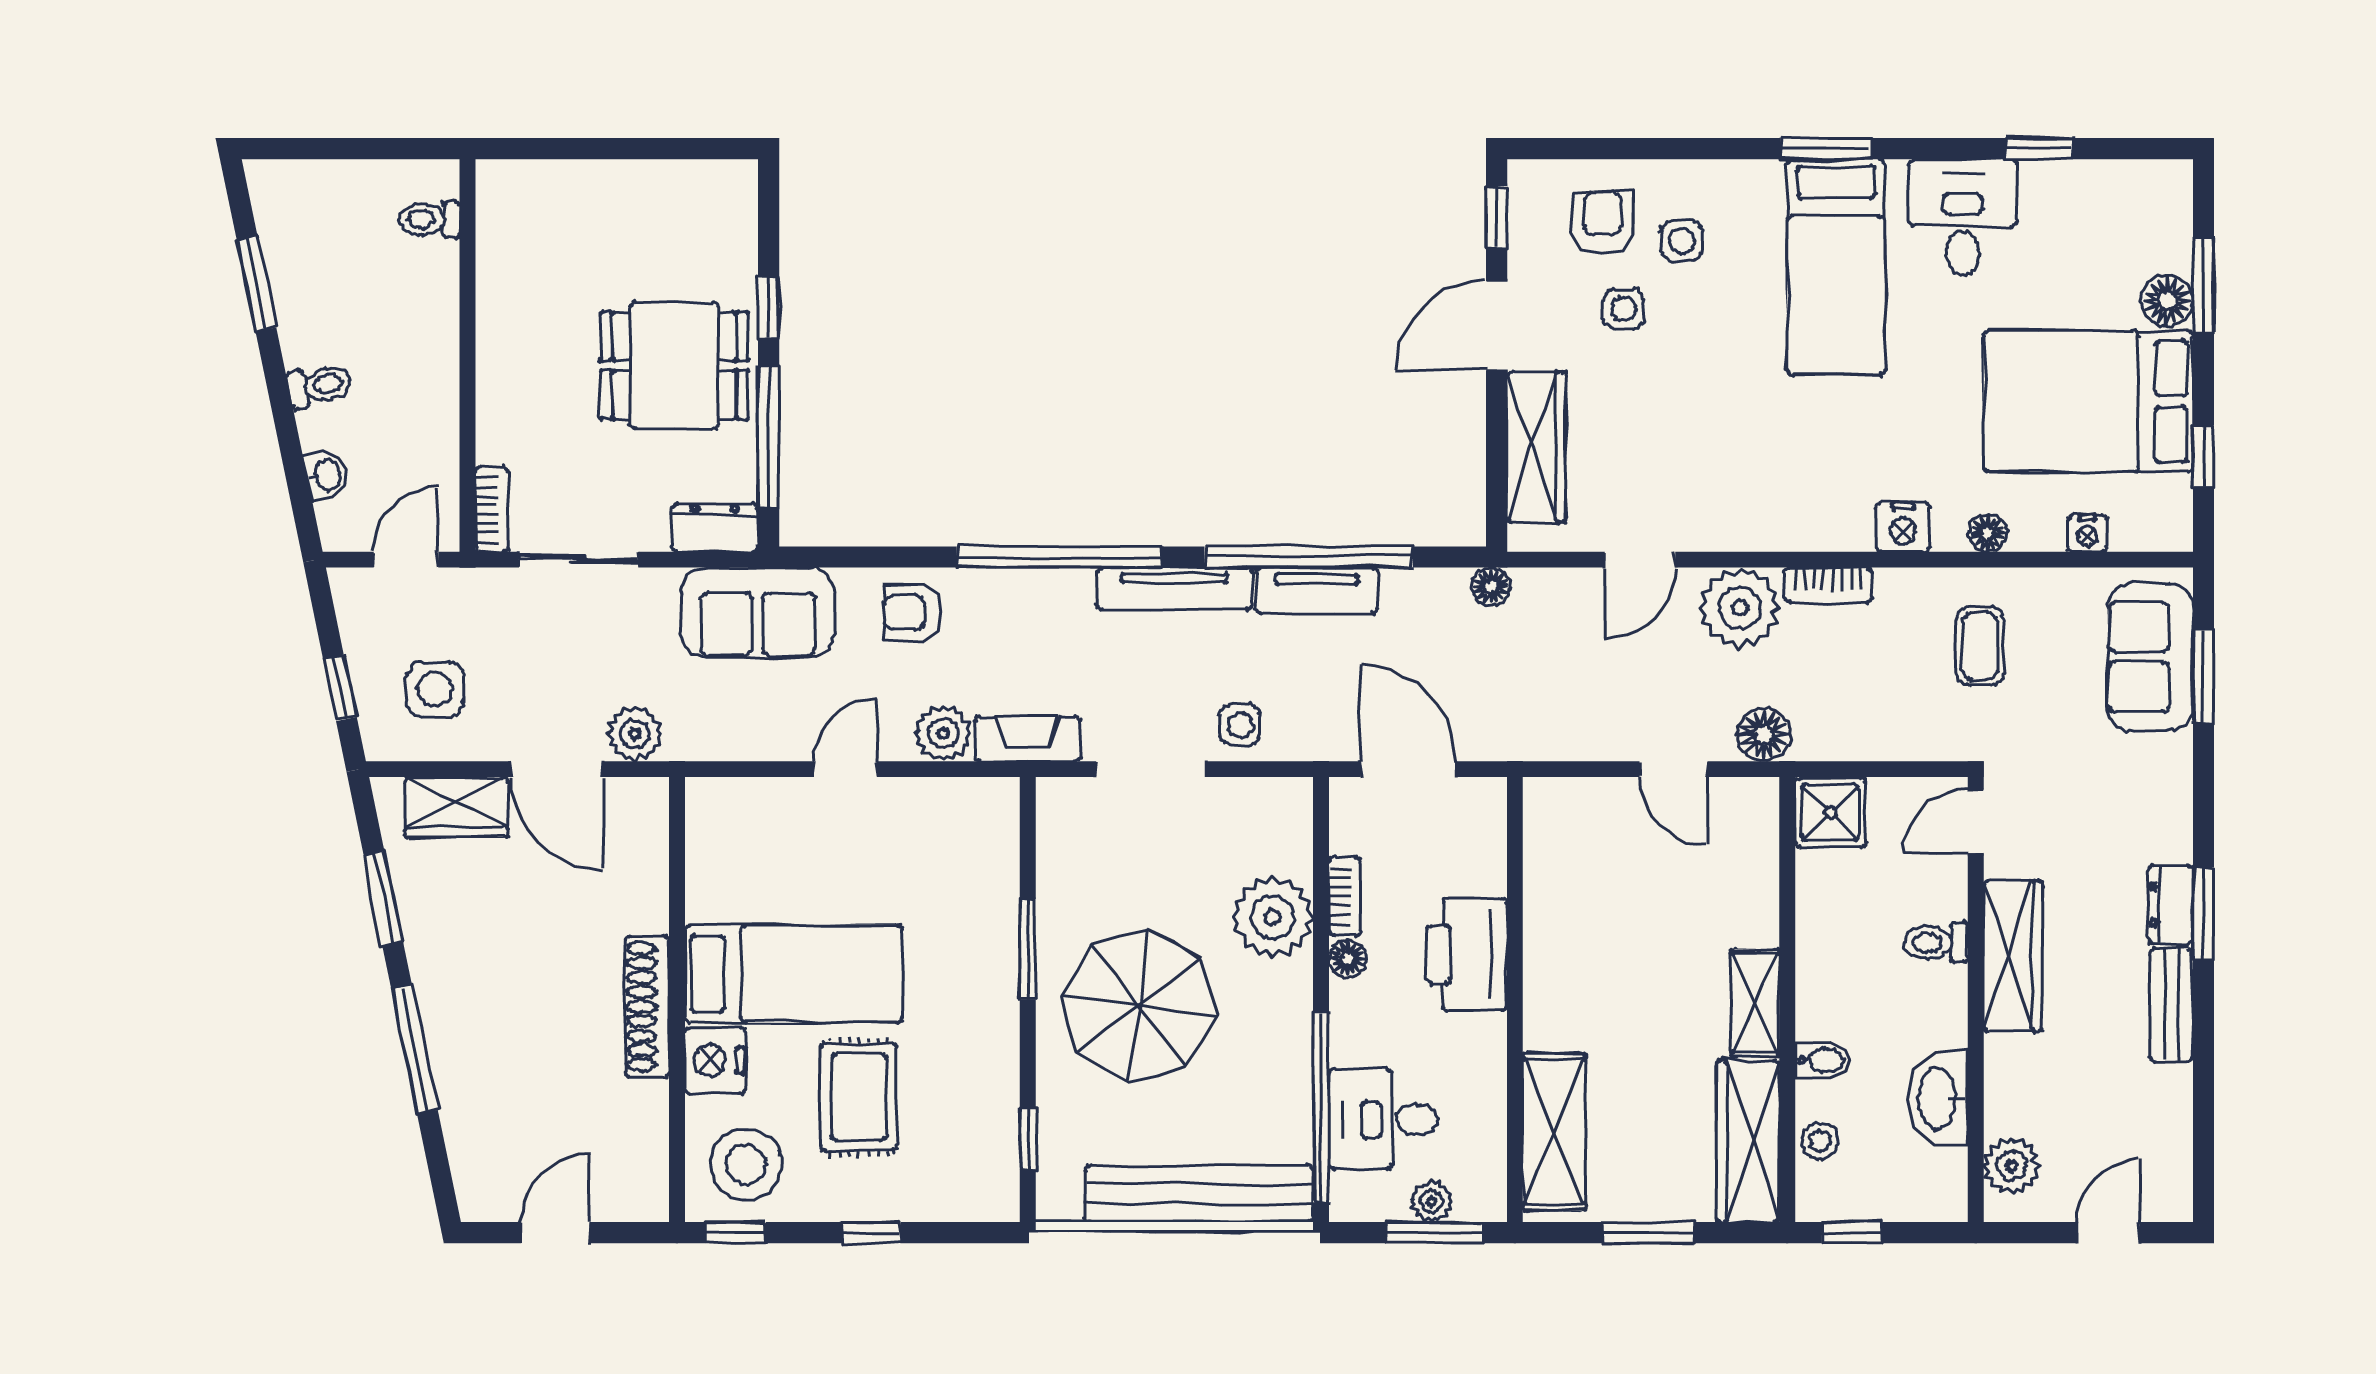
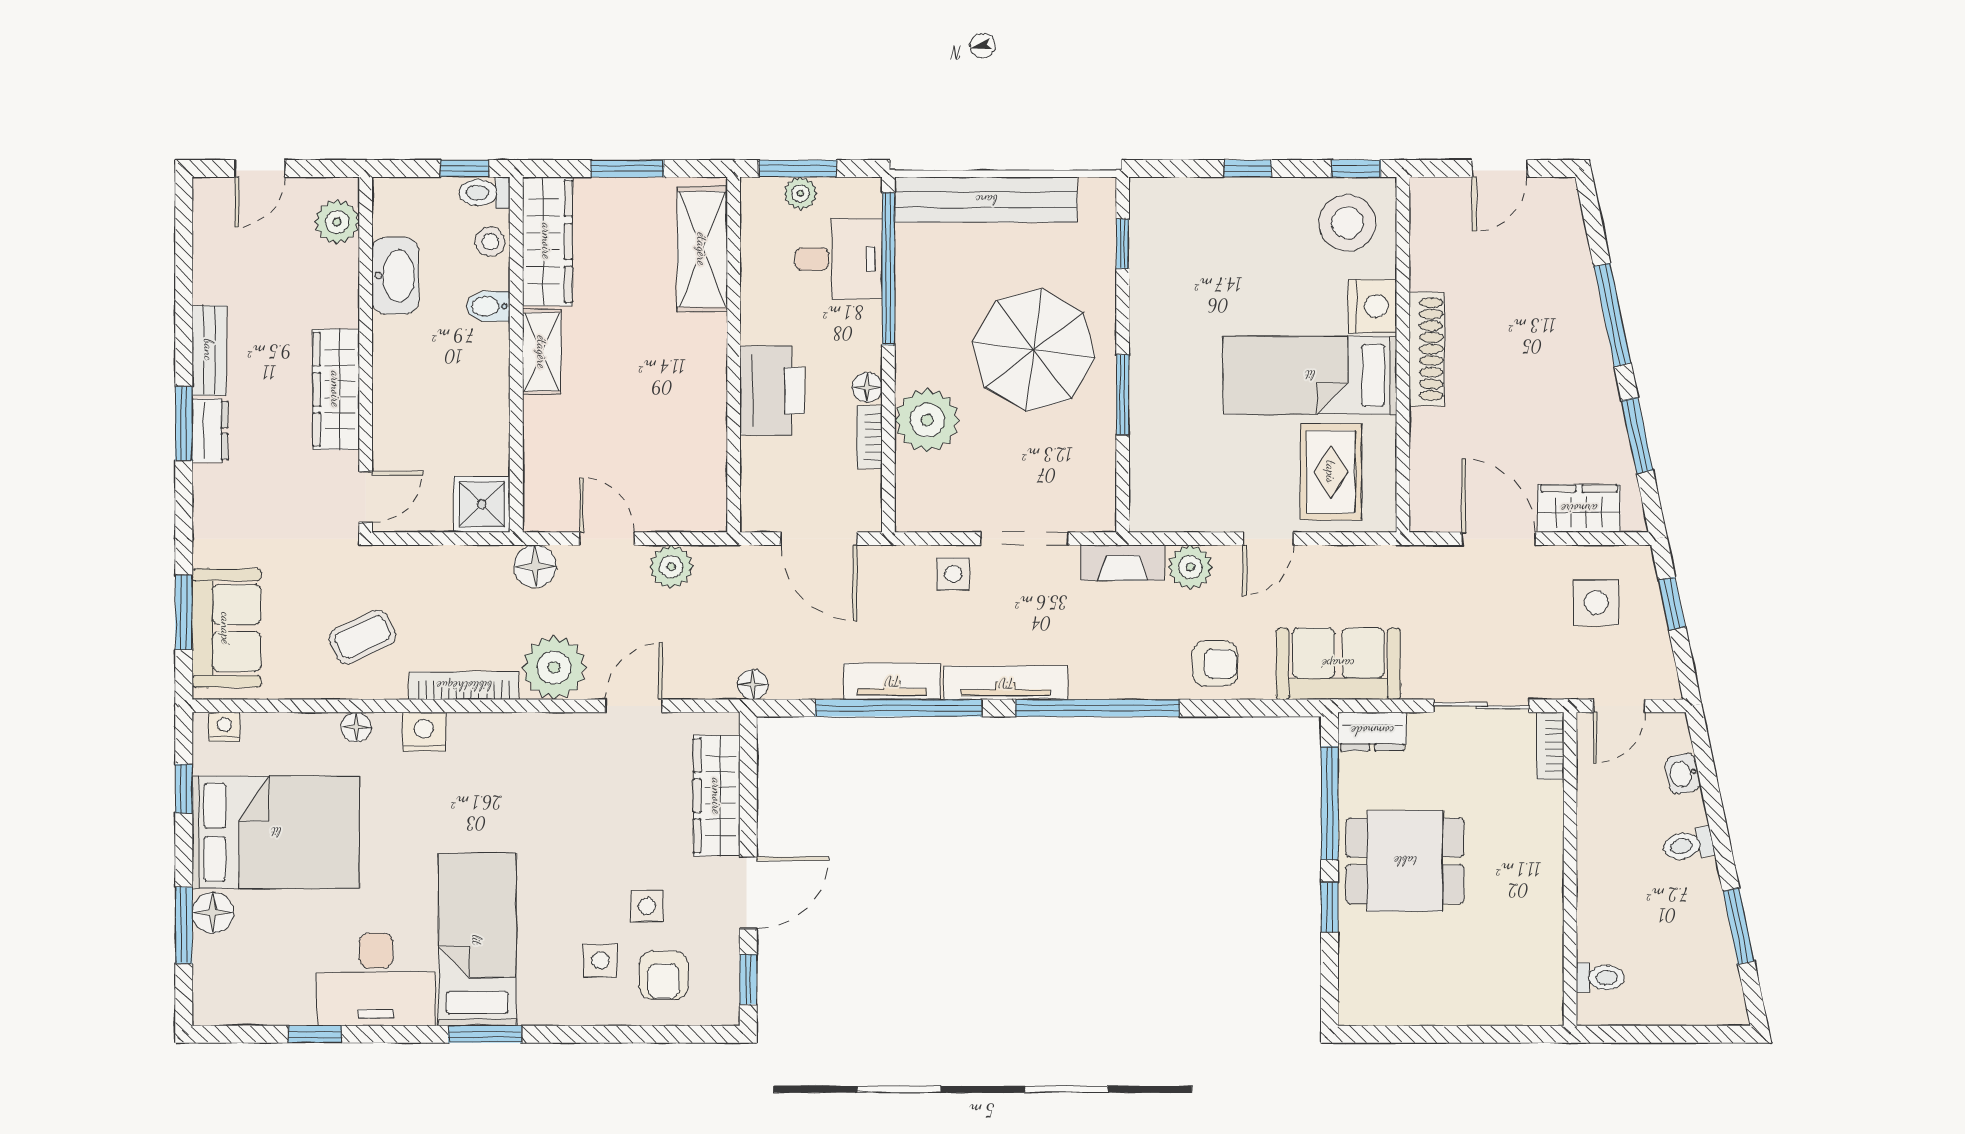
desk: (1963, 217) -> (376, 979), width x1.37
nightstand: (2087, 533) -> (224, 727), moved
bookcase: (1828, 585) -> (464, 686), width x1.56
coffee table: (1980, 646) -> (362, 637), turned 65
plant: (635, 734) -> (671, 567), moved
toilet: (1936, 943) -> (485, 193), moved, turned 180
rug: (859, 1097) -> (1331, 472), moved

